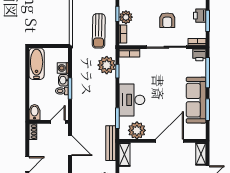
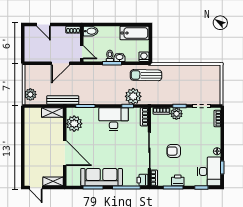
sun lounger: (99, 31) -> (146, 75), moved
washing machine: (63, 68) -> (144, 57), moved
desk: (132, 100) -> (114, 119), moved

